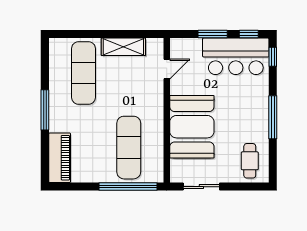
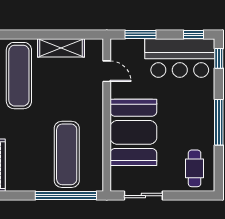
window: (213, 34) -> (141, 34), moved
door: (167, 69) -> (107, 71), hinge flipped

